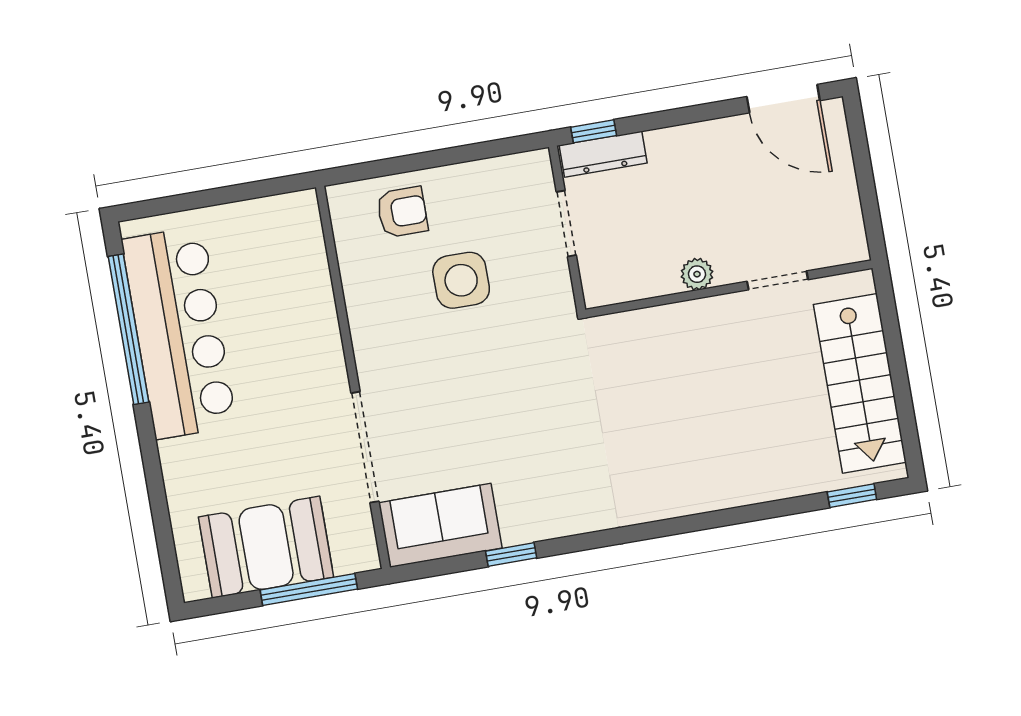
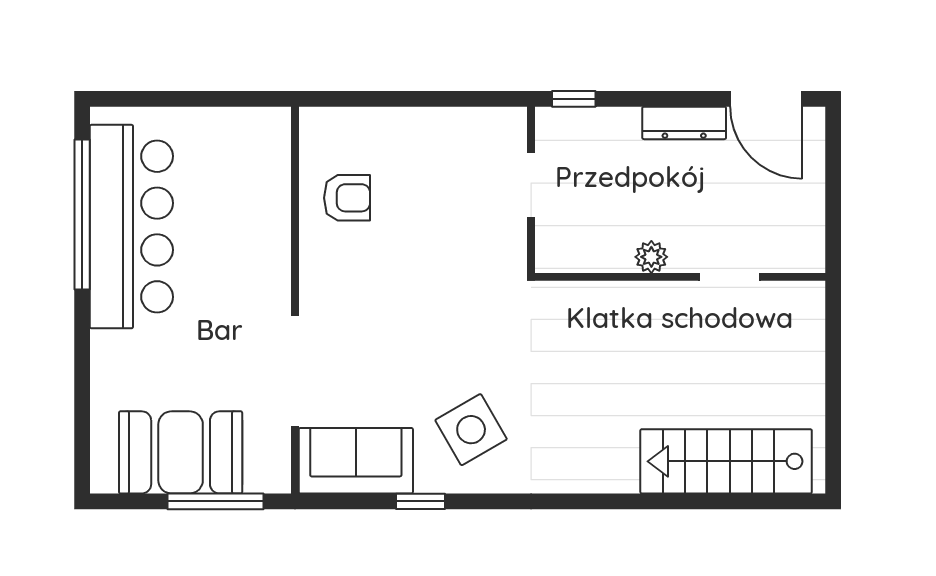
dresser: (603, 154) -> (684, 123), moved
armchair: (402, 212) -> (347, 198), moved
side table: (461, 280) -> (471, 430), moved, turned -30
stairs: (860, 383) -> (726, 461), moved, turned 90
window: (852, 496) -> (766, 501), removed

